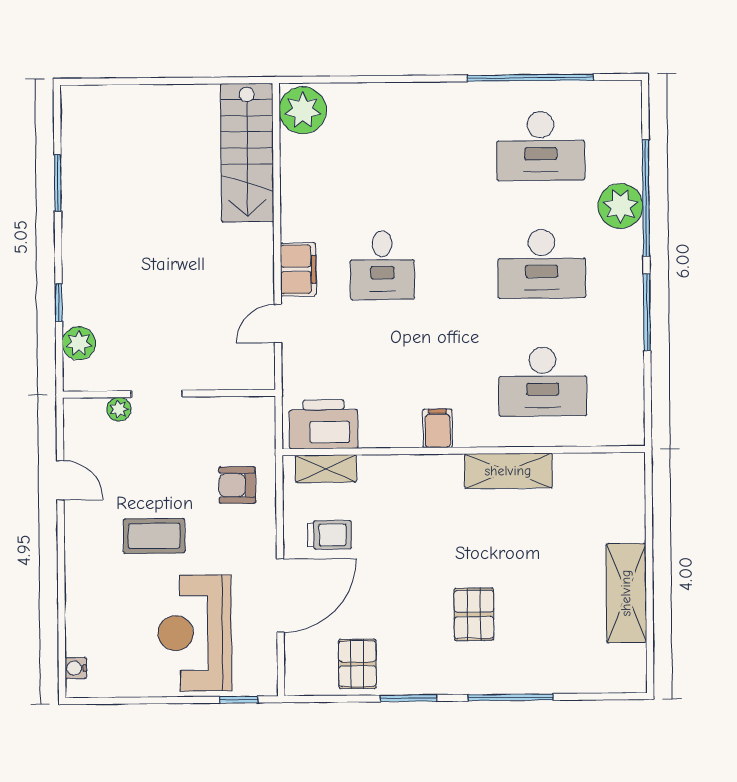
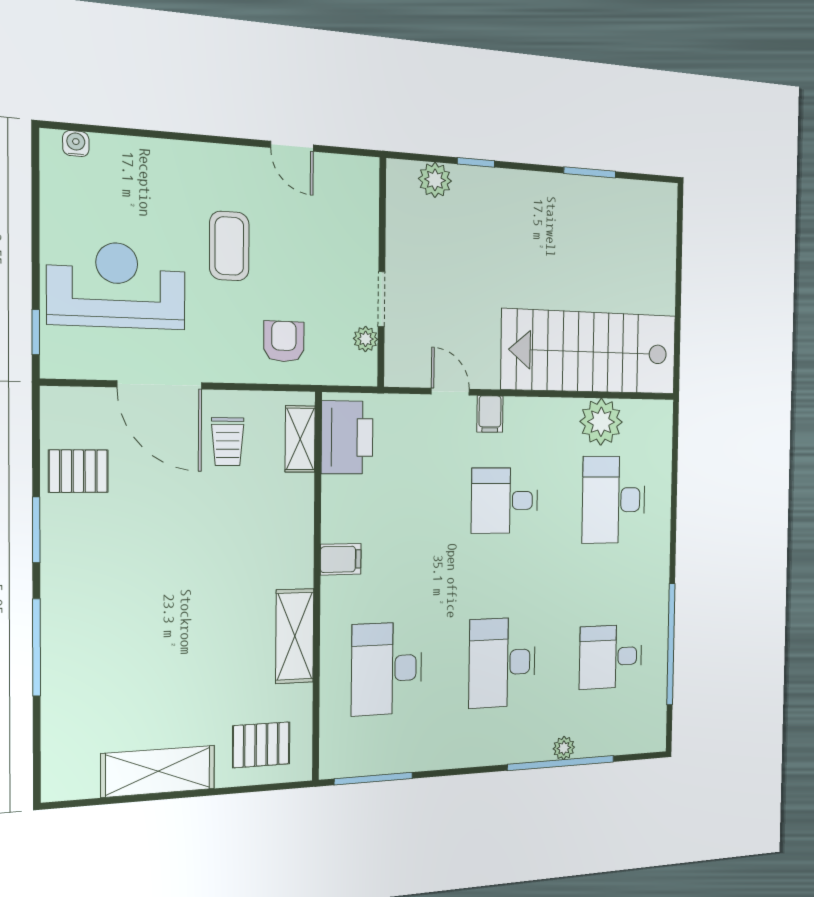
plant: (303, 110) -> (601, 422), moved
desk: (541, 146) -> (611, 657), width x0.73
desk: (381, 147) -> (614, 500), added
stairs: (247, 153) -> (590, 352), width x1.36, depth x1.51
plant: (620, 206) -> (564, 748), width x0.53, depth x0.53
filing cabinet: (298, 269) -> (490, 414), width x0.50
window: (647, 312) -> (374, 779), moved
doorway: (157, 394) -> (381, 299), moved
plant: (119, 409) -> (366, 339), moved
door: (60, 480) -> (292, 146), hinge flipped
pallet: (474, 614) -> (261, 745), moved

